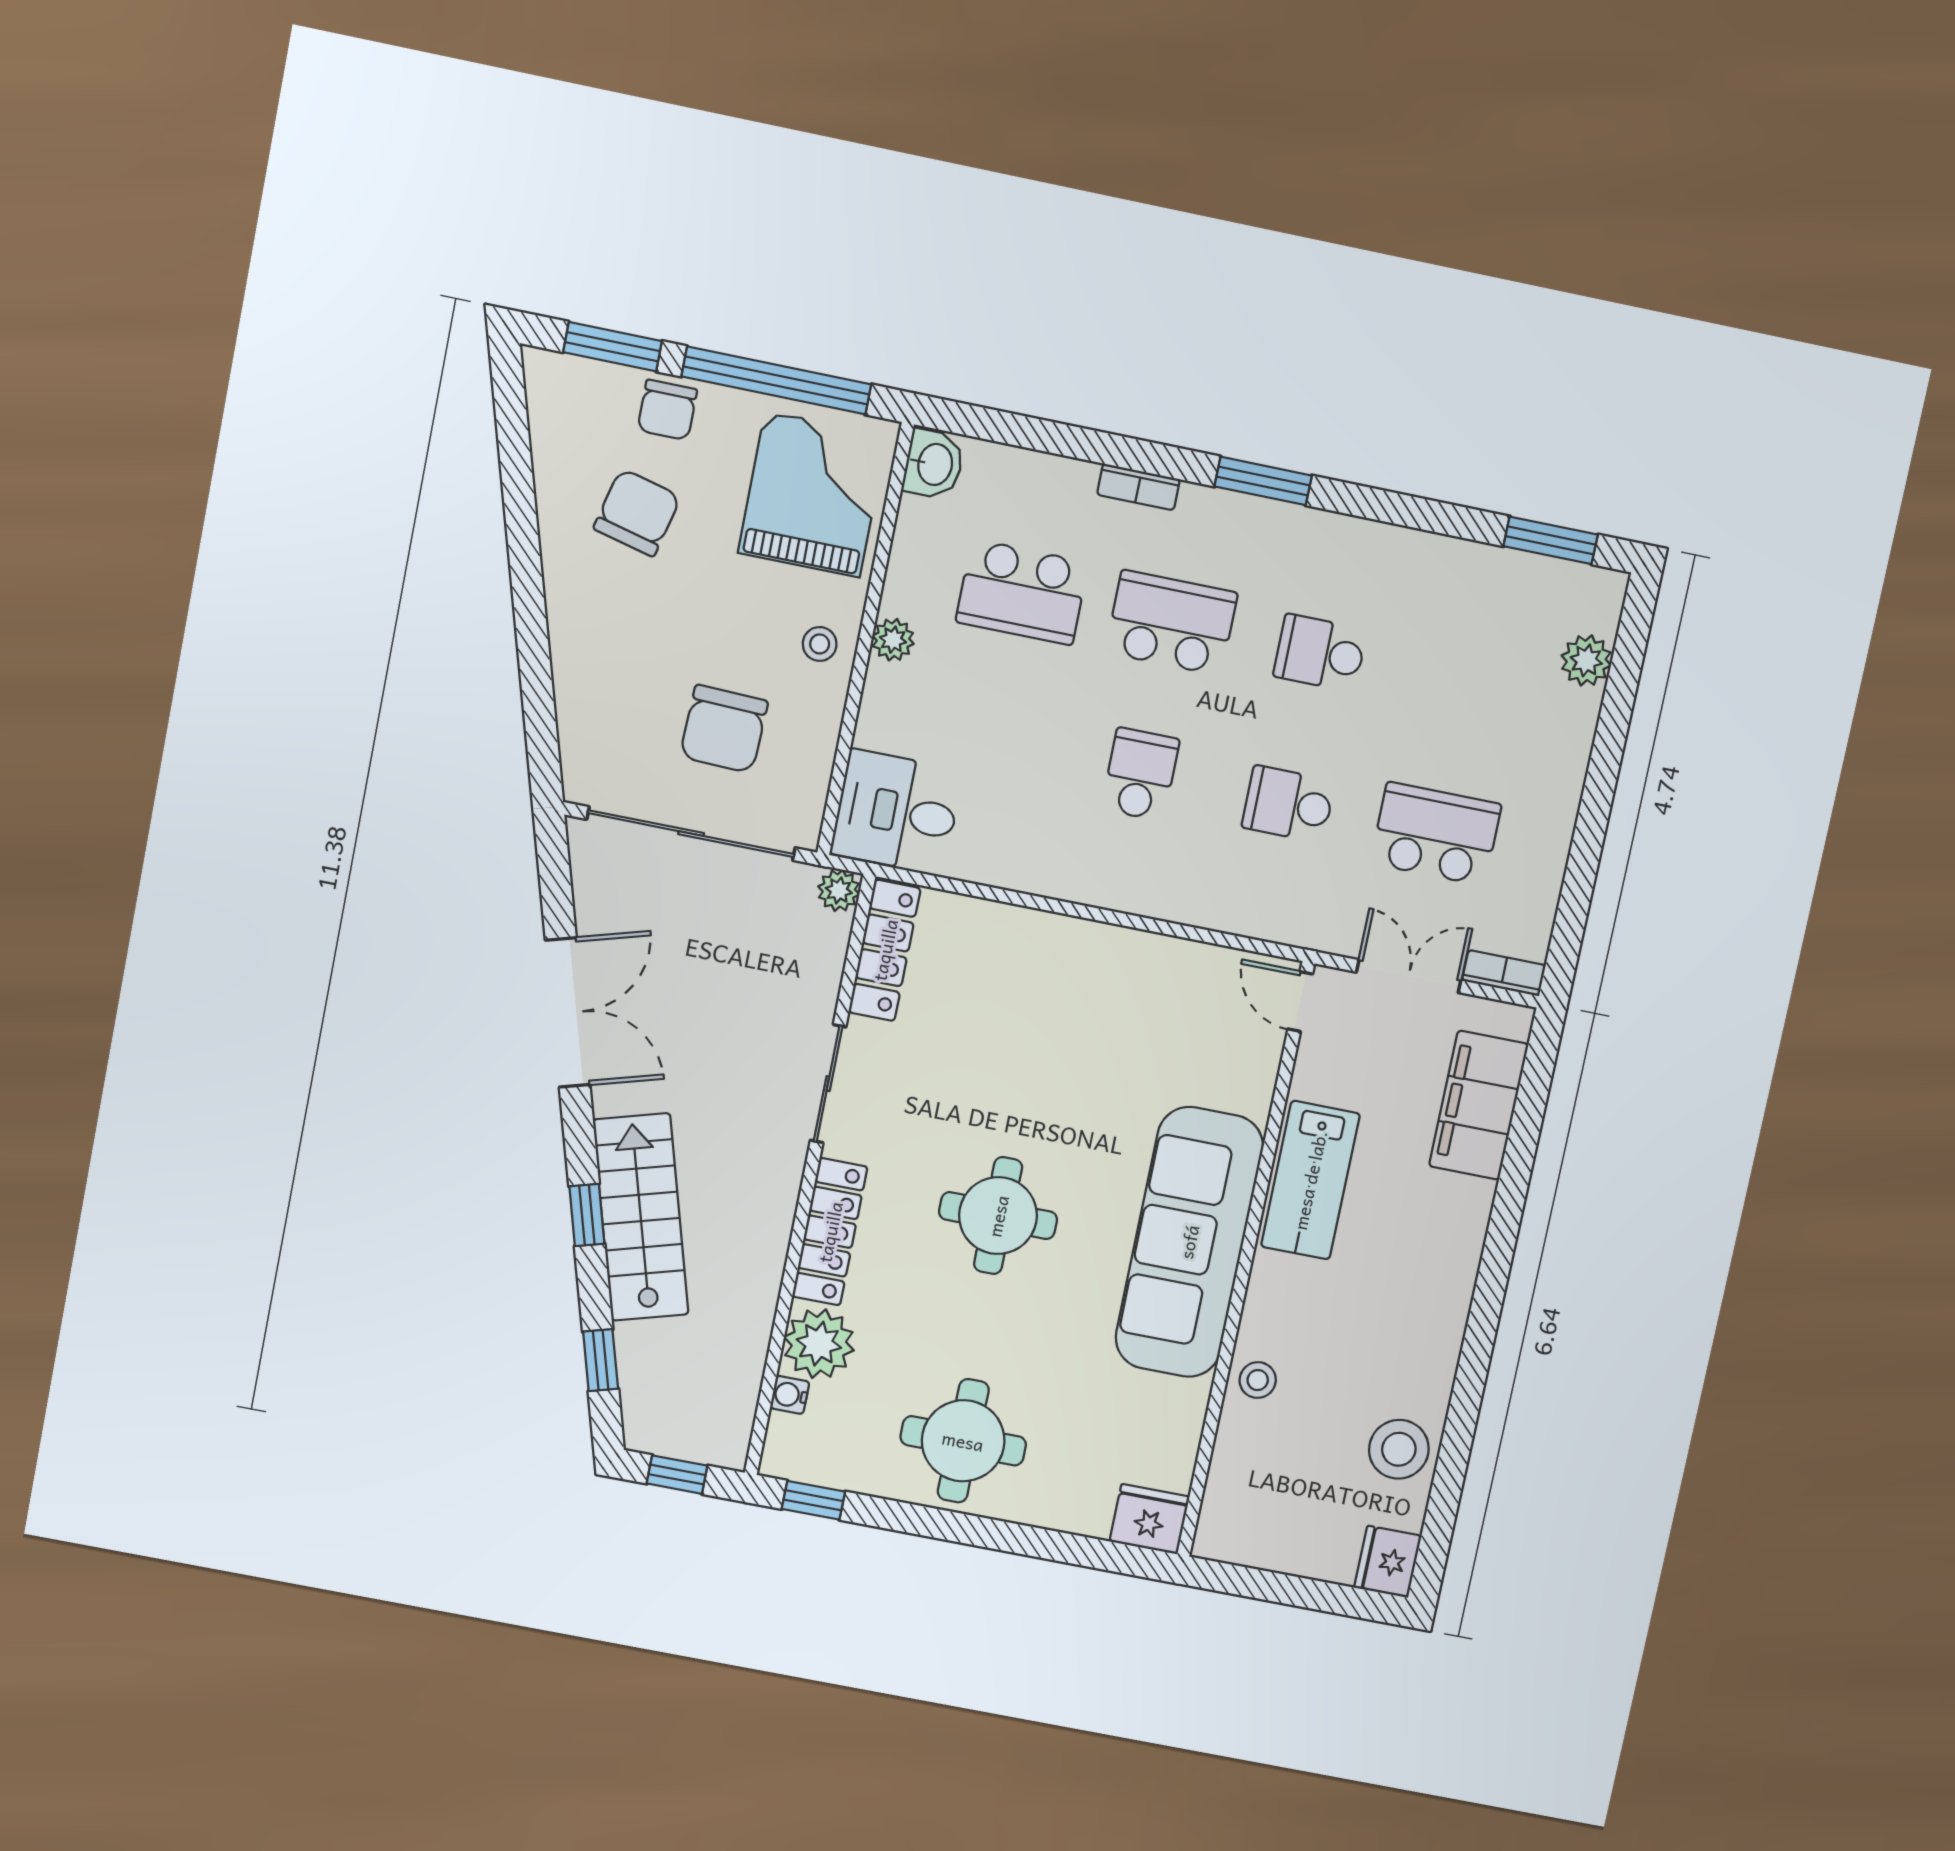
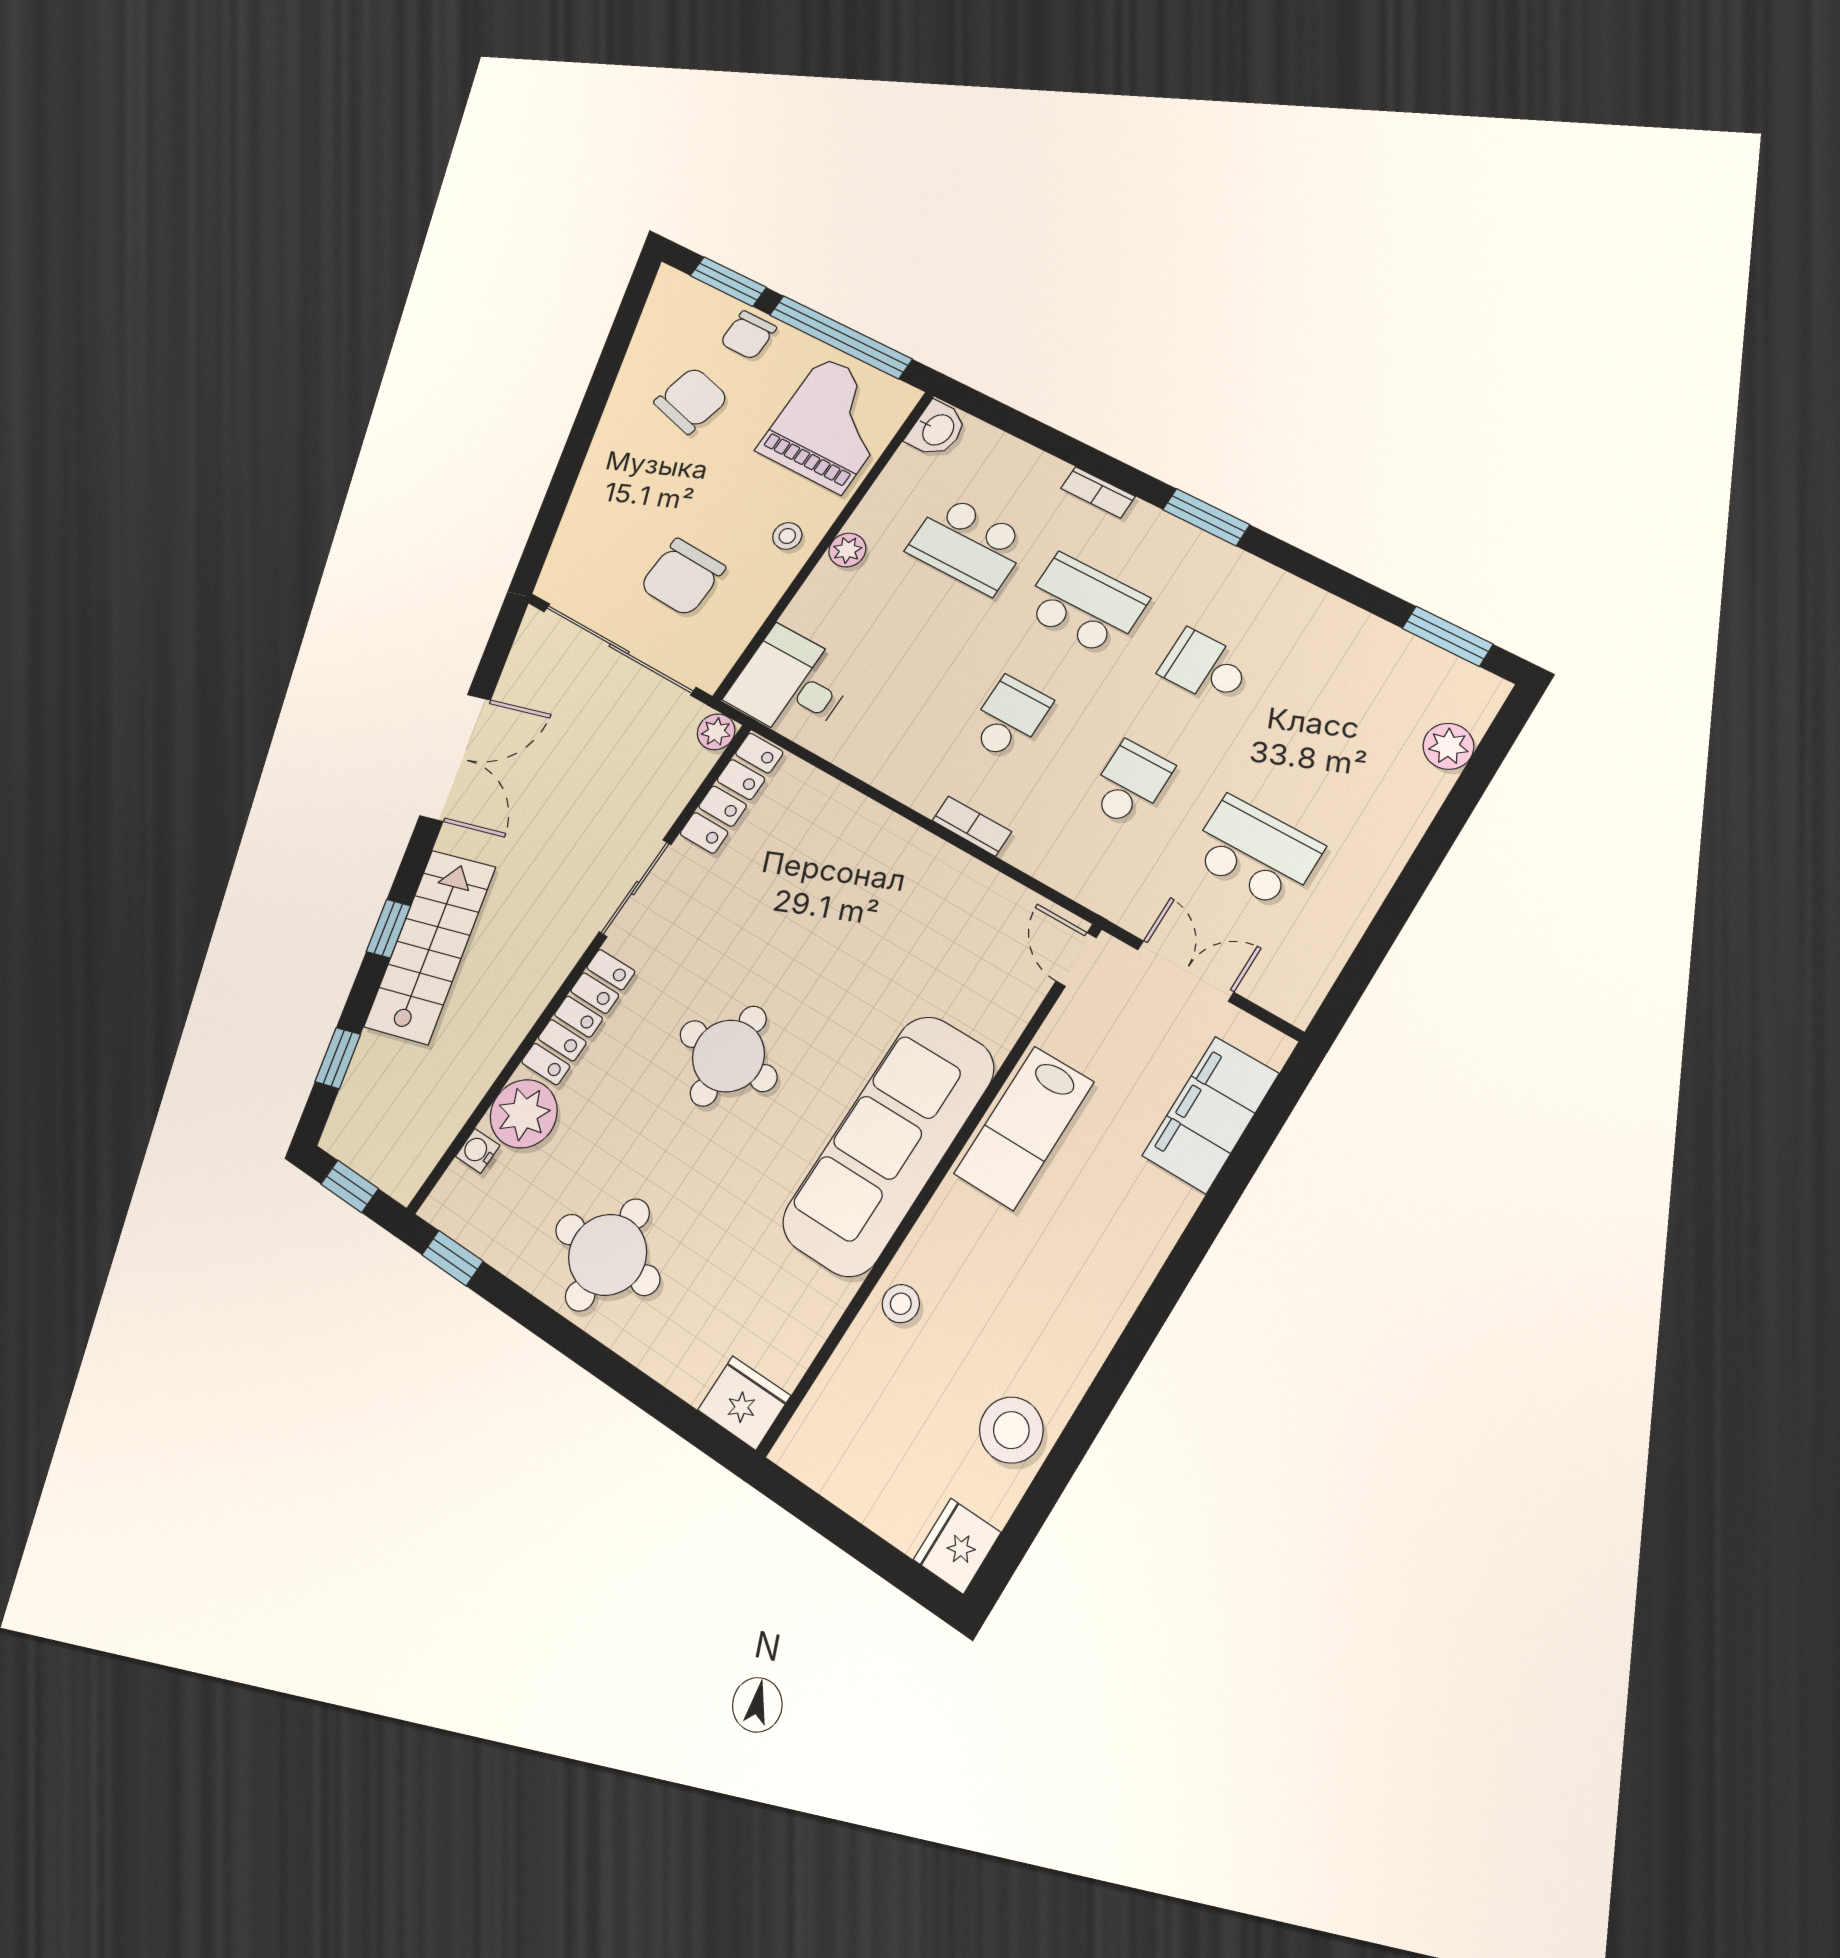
school desk: (1288, 804) -> (1130, 784), turned 90
bookcase: (1504, 973) -> (972, 826), moved

